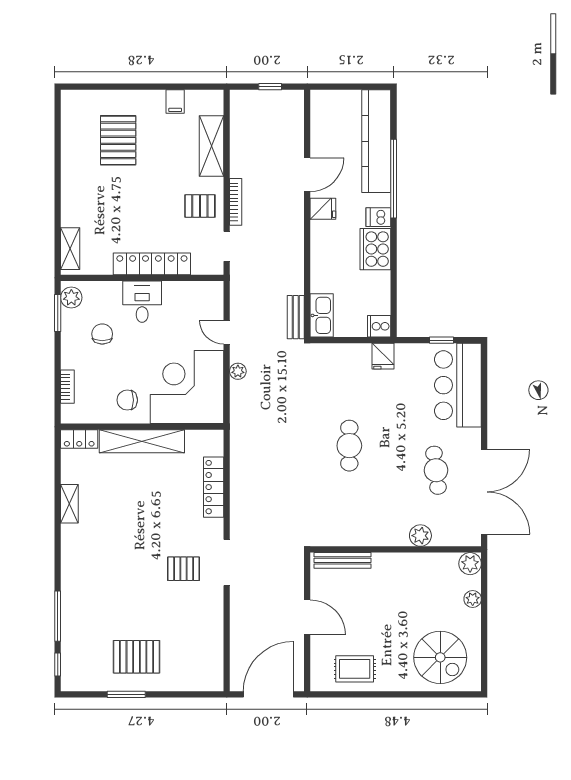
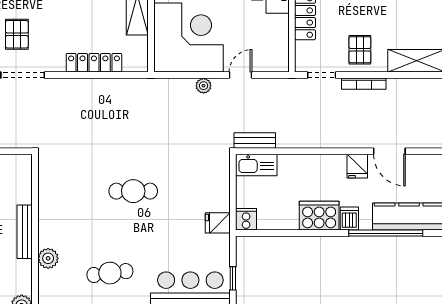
bench: (342, 560) -> (25, 232), moved

